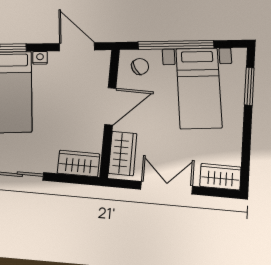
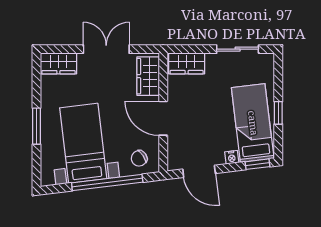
window: (249, 86) -> (37, 126), moved
door: (110, 106) -> (163, 118), hinge flipped
double door: (167, 188) -> (106, 49), swing flipped

